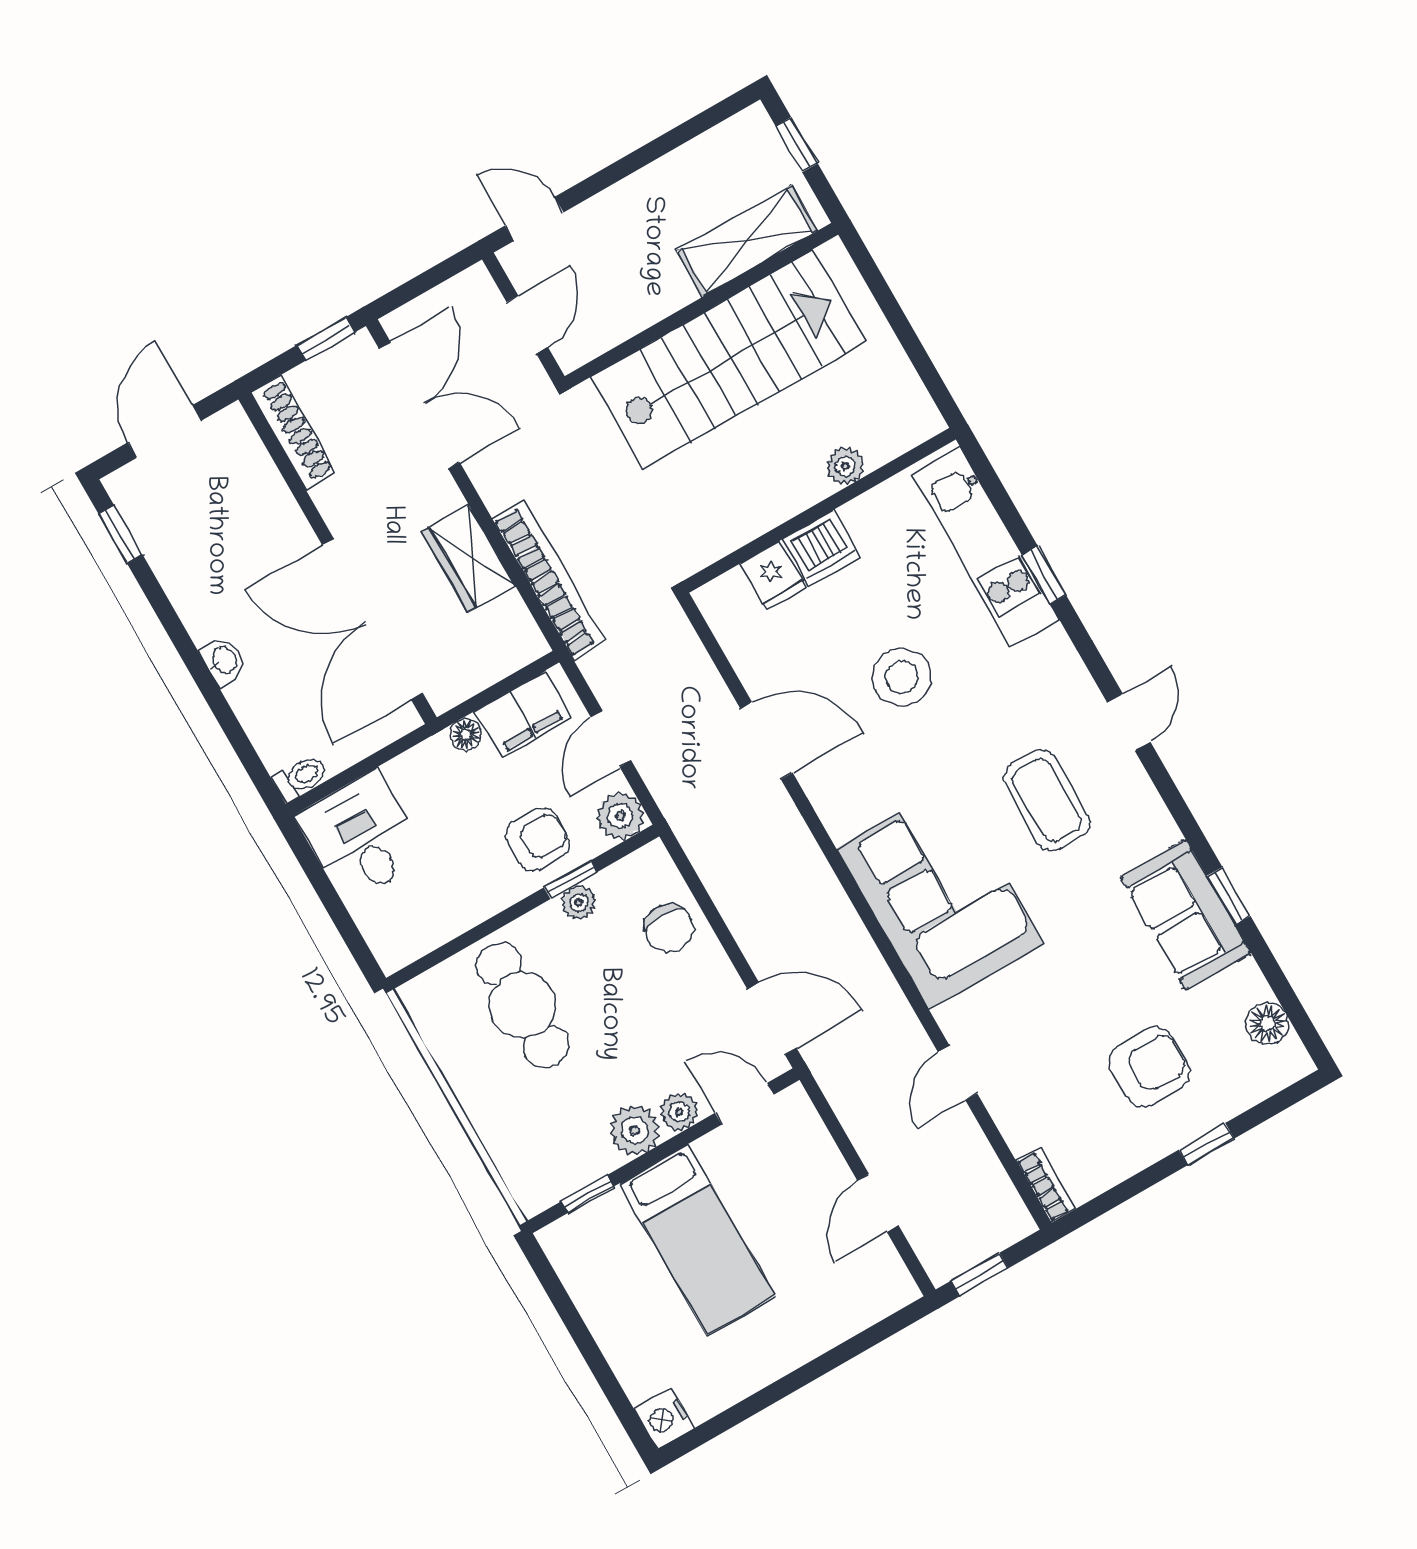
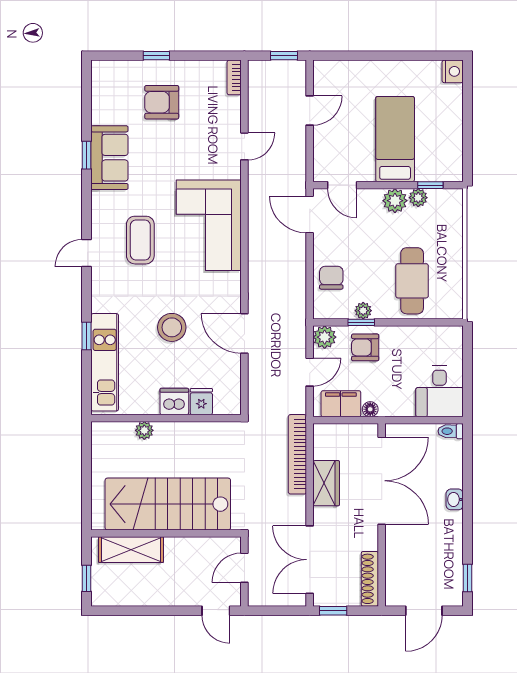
floor lamp: (1267, 1023) -> (101, 92), removed
plant: (679, 1112) -> (418, 198), moved

